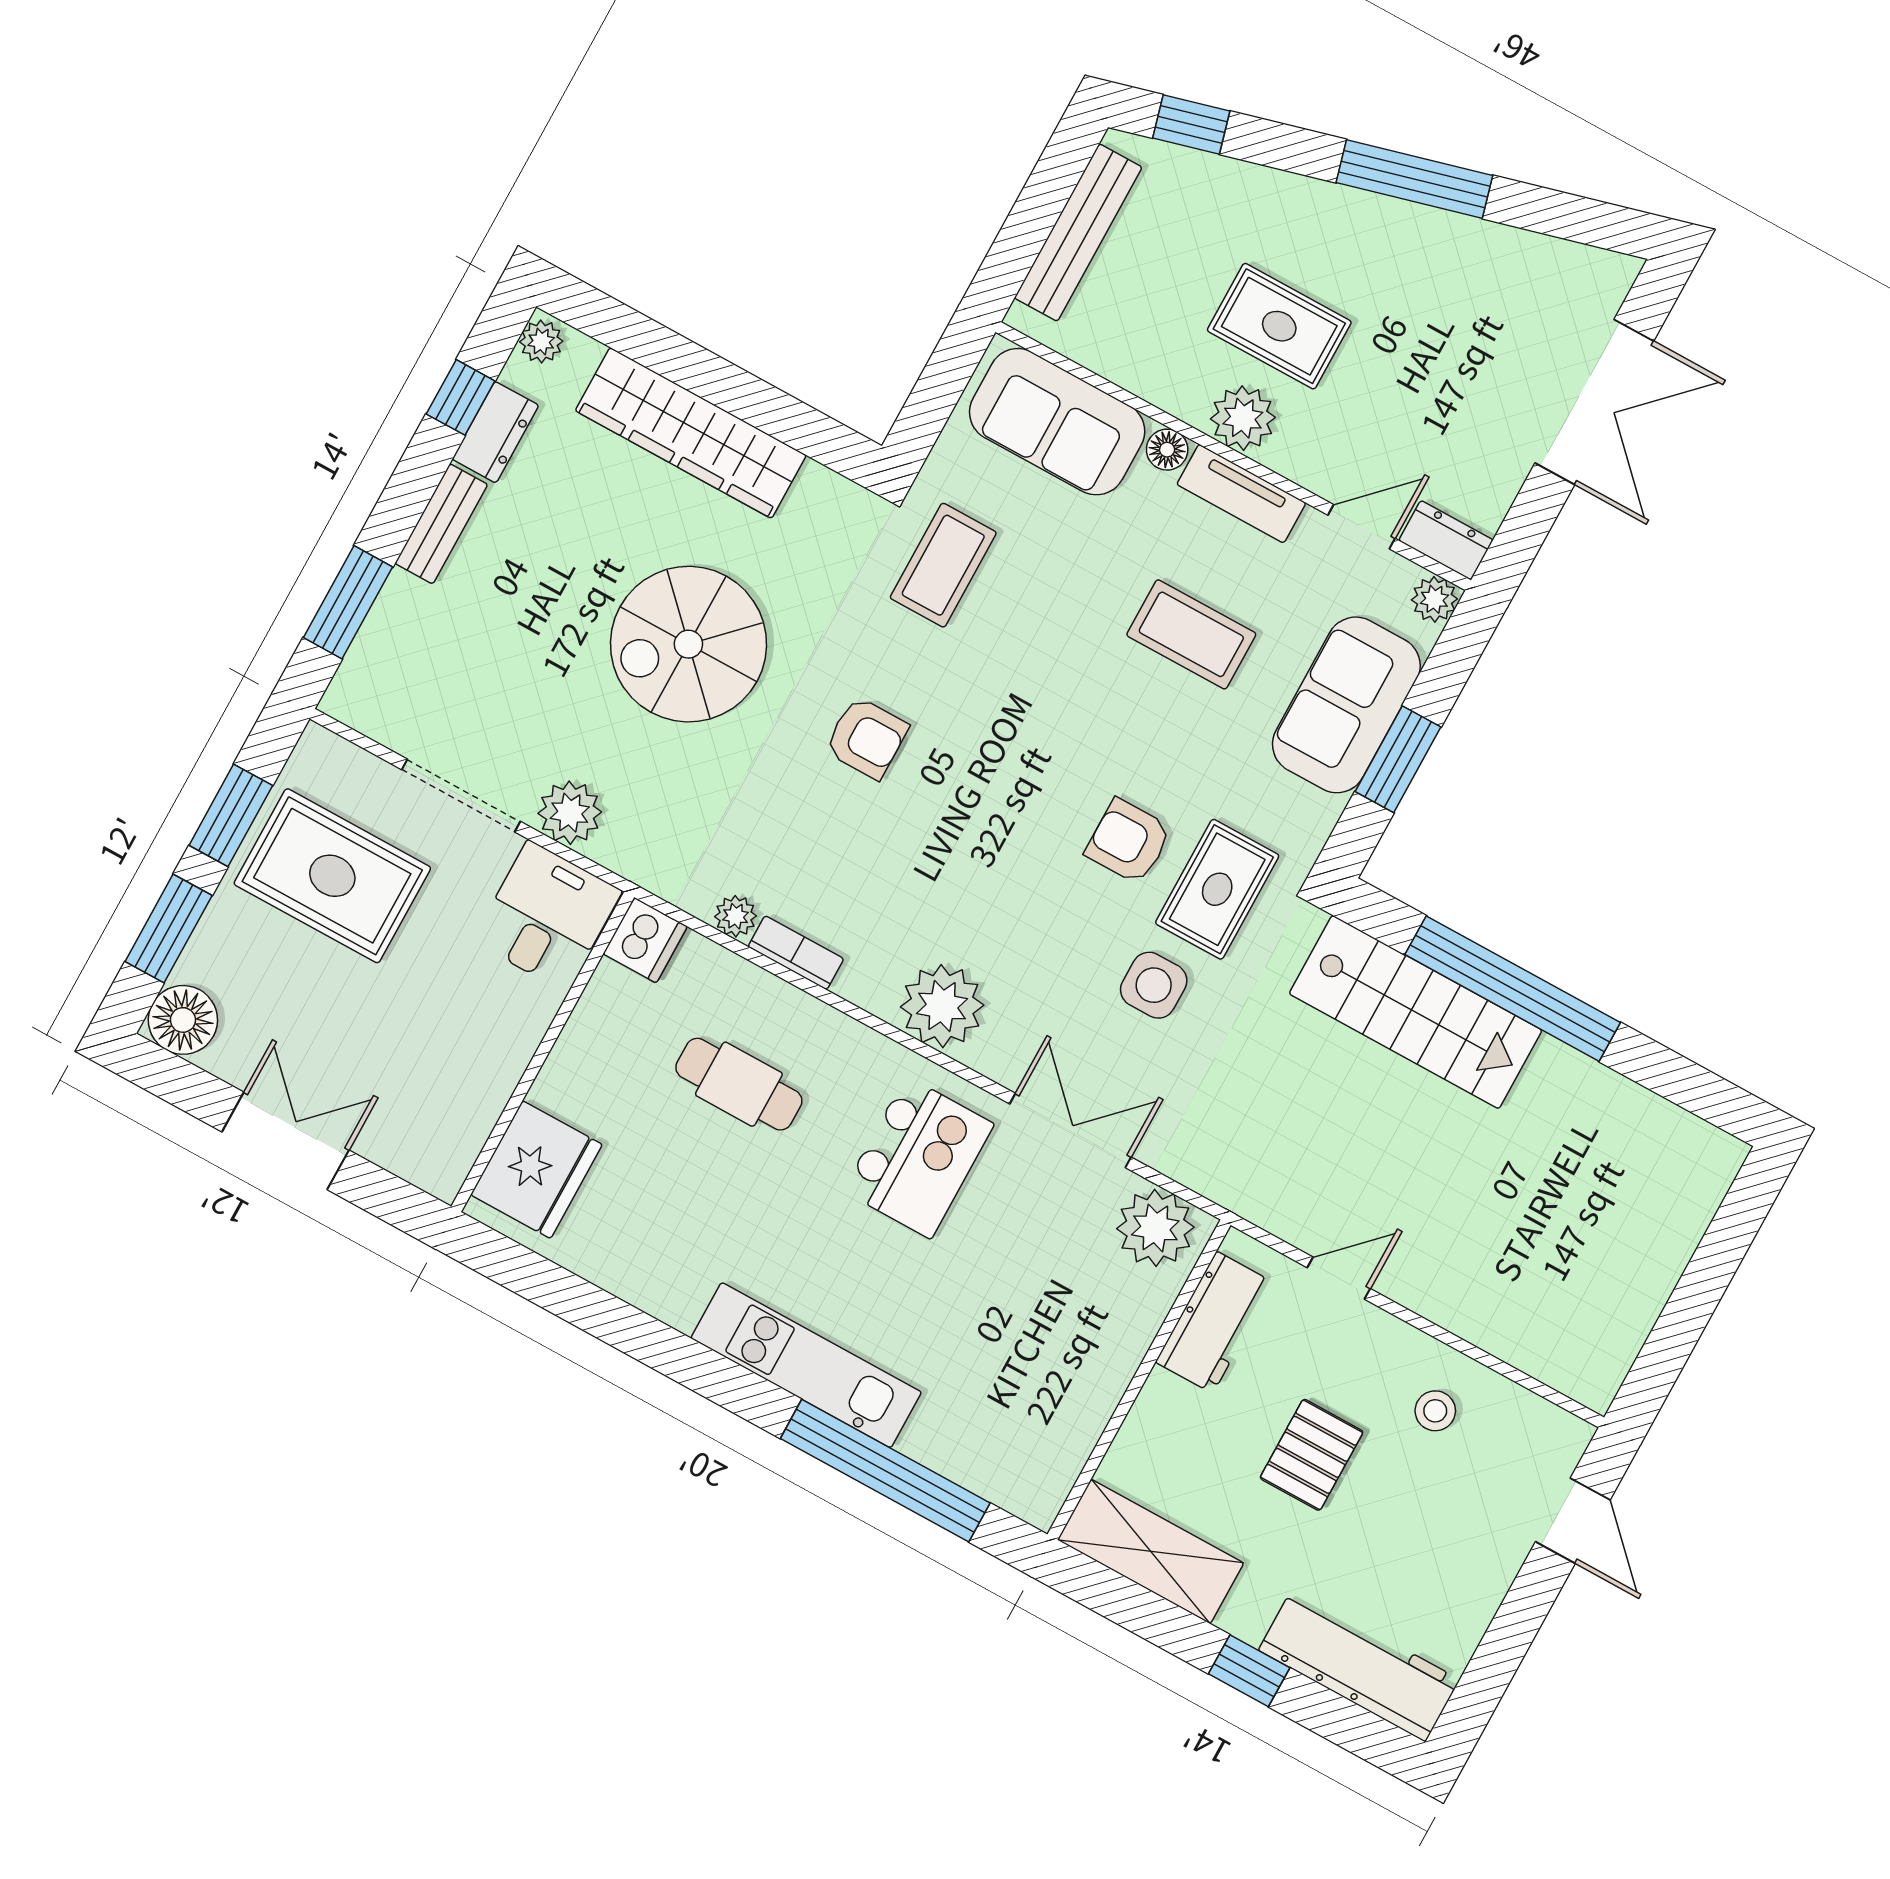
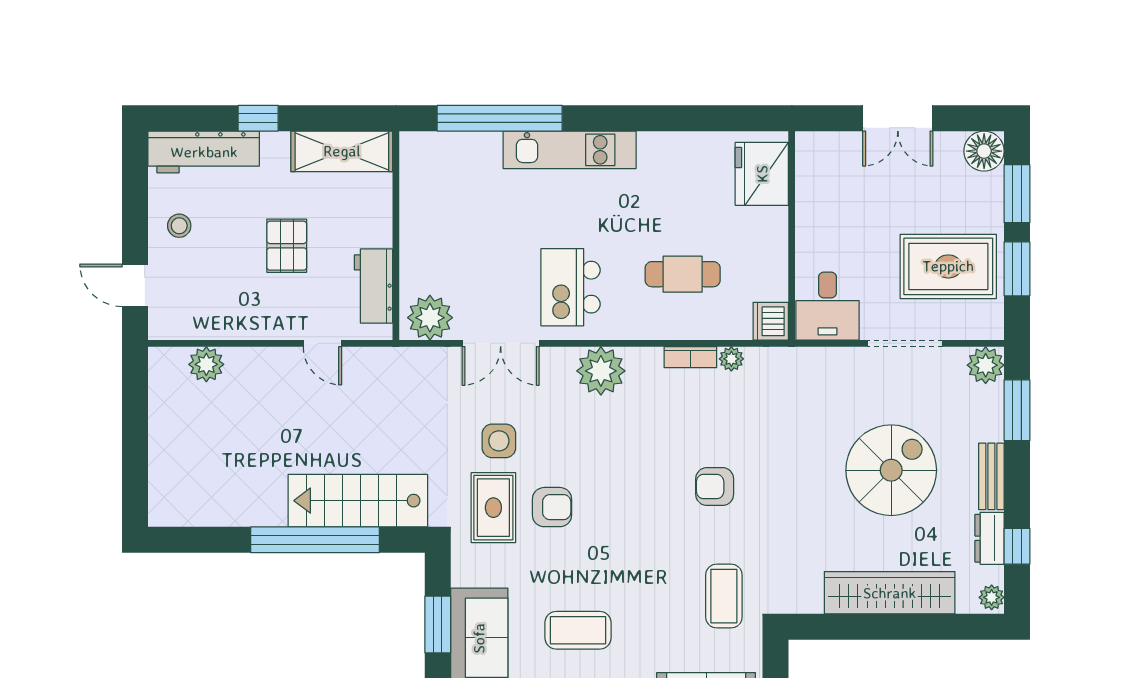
spiral stairs: (688, 644) -> (891, 470), moved
plant: (570, 813) -> (986, 365), moved
door: (1339, 1278) -> (322, 343), hinge flipped
plant: (1531, 1343) -> (206, 364), added
stool: (1435, 1411) -> (179, 226), moved

